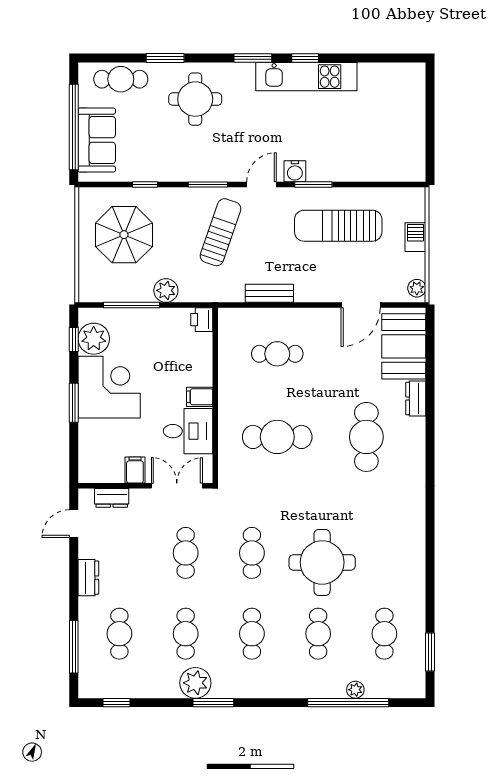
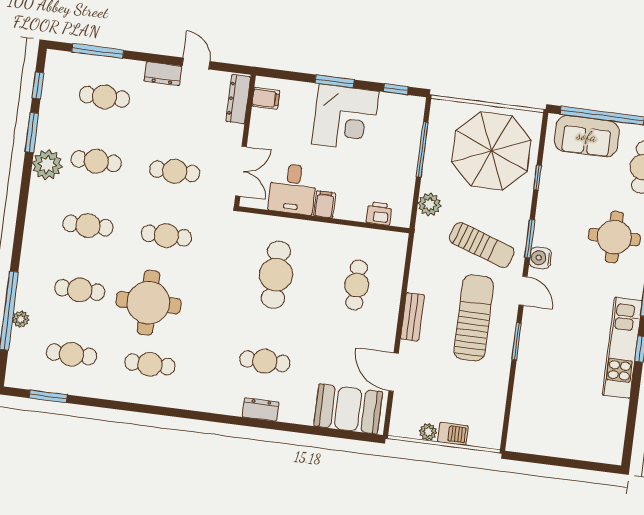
water cooler: (295, 171) -> (540, 258), moved
sun lounger: (338, 226) -> (474, 318), moved
parasol: (124, 235) -> (491, 151), width x1.36, depth x1.36
plant: (417, 288) -> (428, 432), moved
plant: (166, 290) -> (429, 204), moved
bench: (269, 293) -> (412, 317), moved
printer: (202, 320) -> (379, 213), moved
plant: (94, 339) -> (394, 109), removed
dresser: (416, 398) -> (260, 409), moved
cafe table: (366, 437) -> (265, 361), width x0.73, depth x0.74
filing cabinet: (135, 470) -> (266, 98), moved
dresser: (112, 498) -> (238, 99), width x1.44
door: (74, 524) -> (196, 64), moved
cafe table: (384, 553) -> (150, 364), added
window: (213, 703) -> (32, 132), moved

